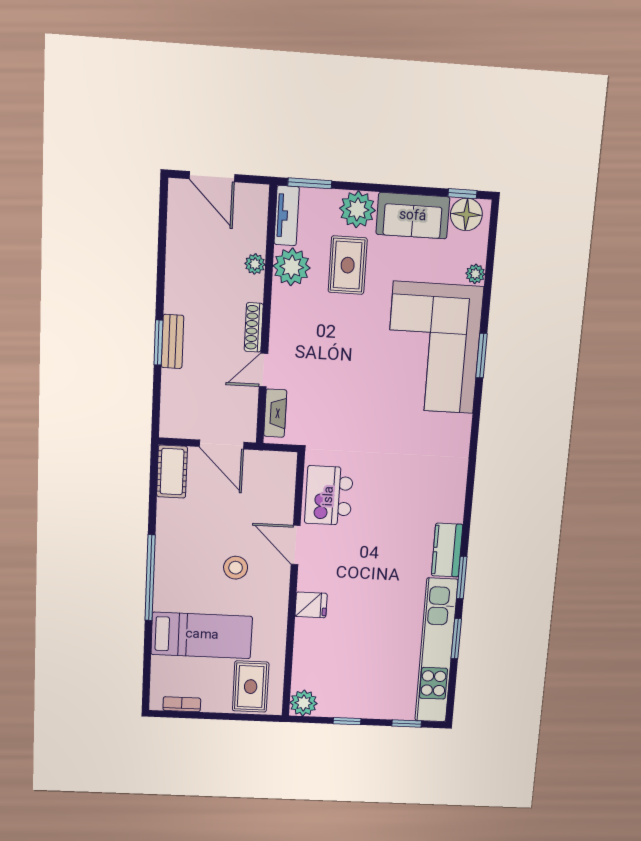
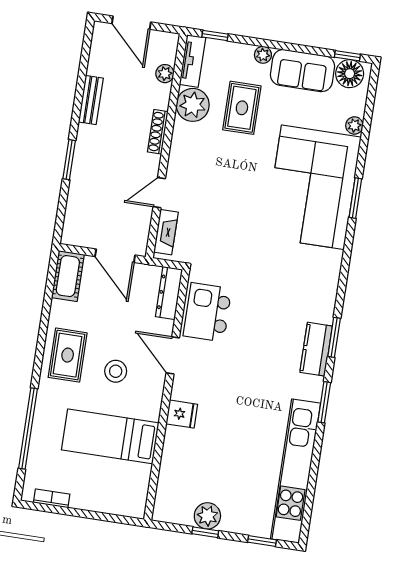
window: (310, 183) -> (215, 36), width x0.67
plant: (357, 209) -> (263, 55), width x0.53, depth x0.53
plant: (255, 264) -> (165, 74), moved
shoe rack: (254, 327) -> (158, 132), moved
bench: (173, 341) -> (91, 100), moved
dresser: (285, 479) -> (169, 293), added
kitchen counter: (447, 550) -> (316, 349), moved
window: (150, 578) -> (28, 428), moved
bed: (202, 635) -> (110, 436), moved, turned 180
window: (456, 639) -> (334, 337), moved
rug: (251, 687) -> (68, 355), moved
plant: (304, 703) -> (207, 516), moved

